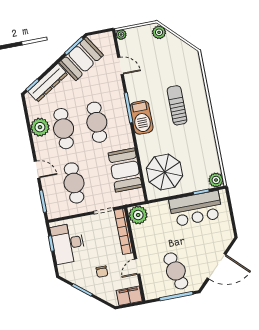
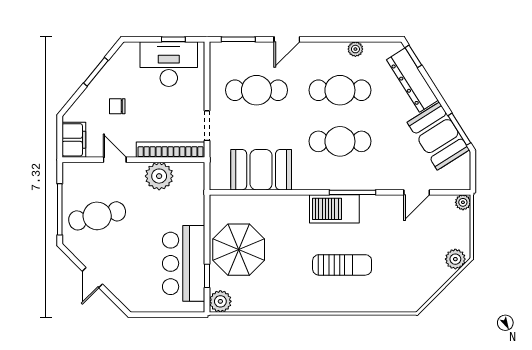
plant: (40, 127) -> (355, 49), width x0.53, depth x0.53
parasol: (164, 172) -> (239, 250), moved
plant: (138, 215) -> (159, 176), moved
door: (217, 266) -> (92, 278), width x0.53

